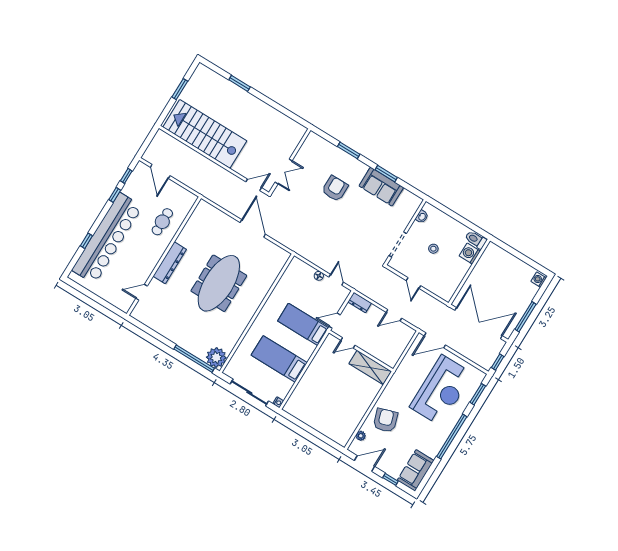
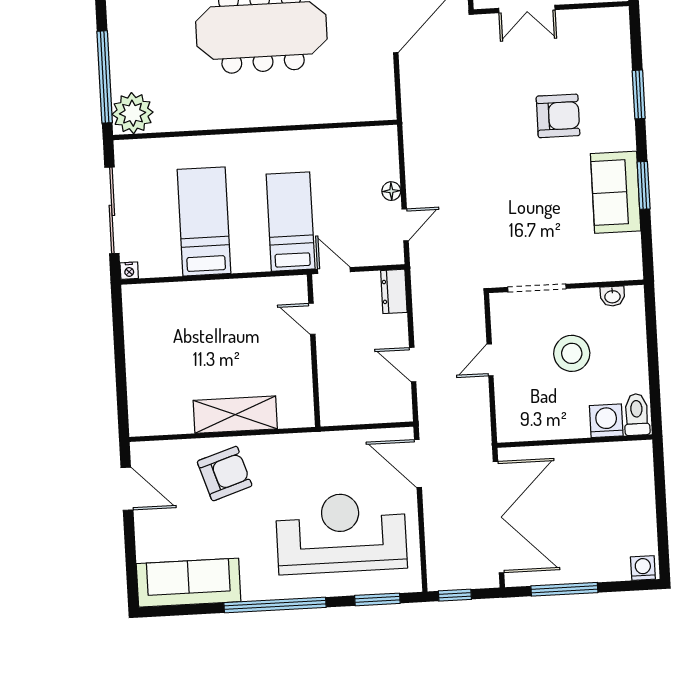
stool: (433, 249) -> (572, 353), width x1.89, depth x1.89
shelving: (370, 367) -> (235, 415), moved, turned 90
reception desk: (441, 390) -> (341, 533), turned 180
plant: (361, 436) -> (169, 450), removed
sofa: (416, 470) -> (189, 583), width x1.36
window: (390, 479) -> (130, 551), removed

